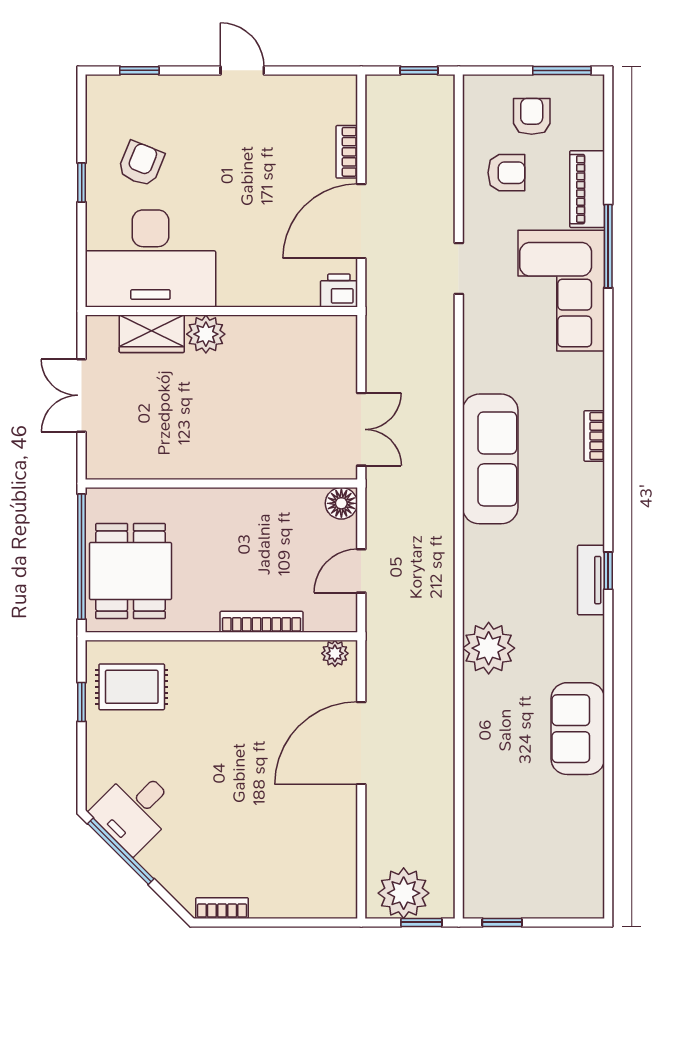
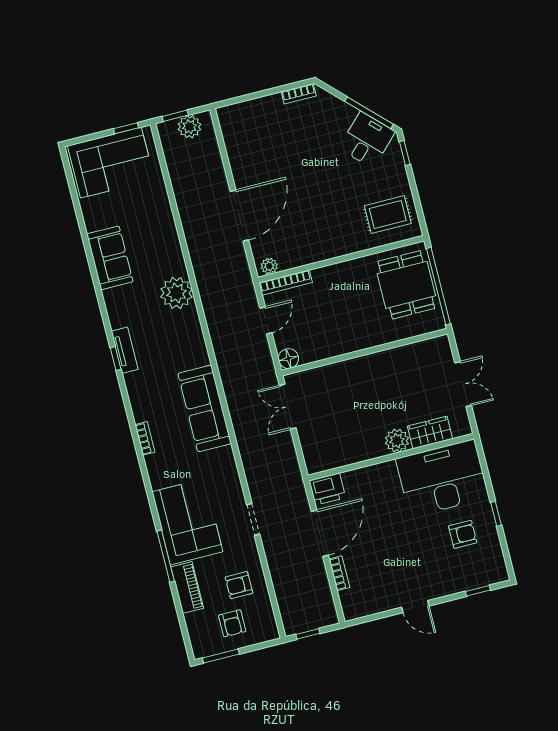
armchair: (141, 164) -> (463, 534), turned -112
printer: (339, 291) -> (327, 489), width x1.36, depth x1.24
bookcase: (262, 622) -> (286, 282), moved
window: (82, 702) -> (405, 153), moved
corner sofa: (539, 875) -> (111, 163), added
plant: (404, 893) -> (189, 127), width x0.73, depth x0.73

